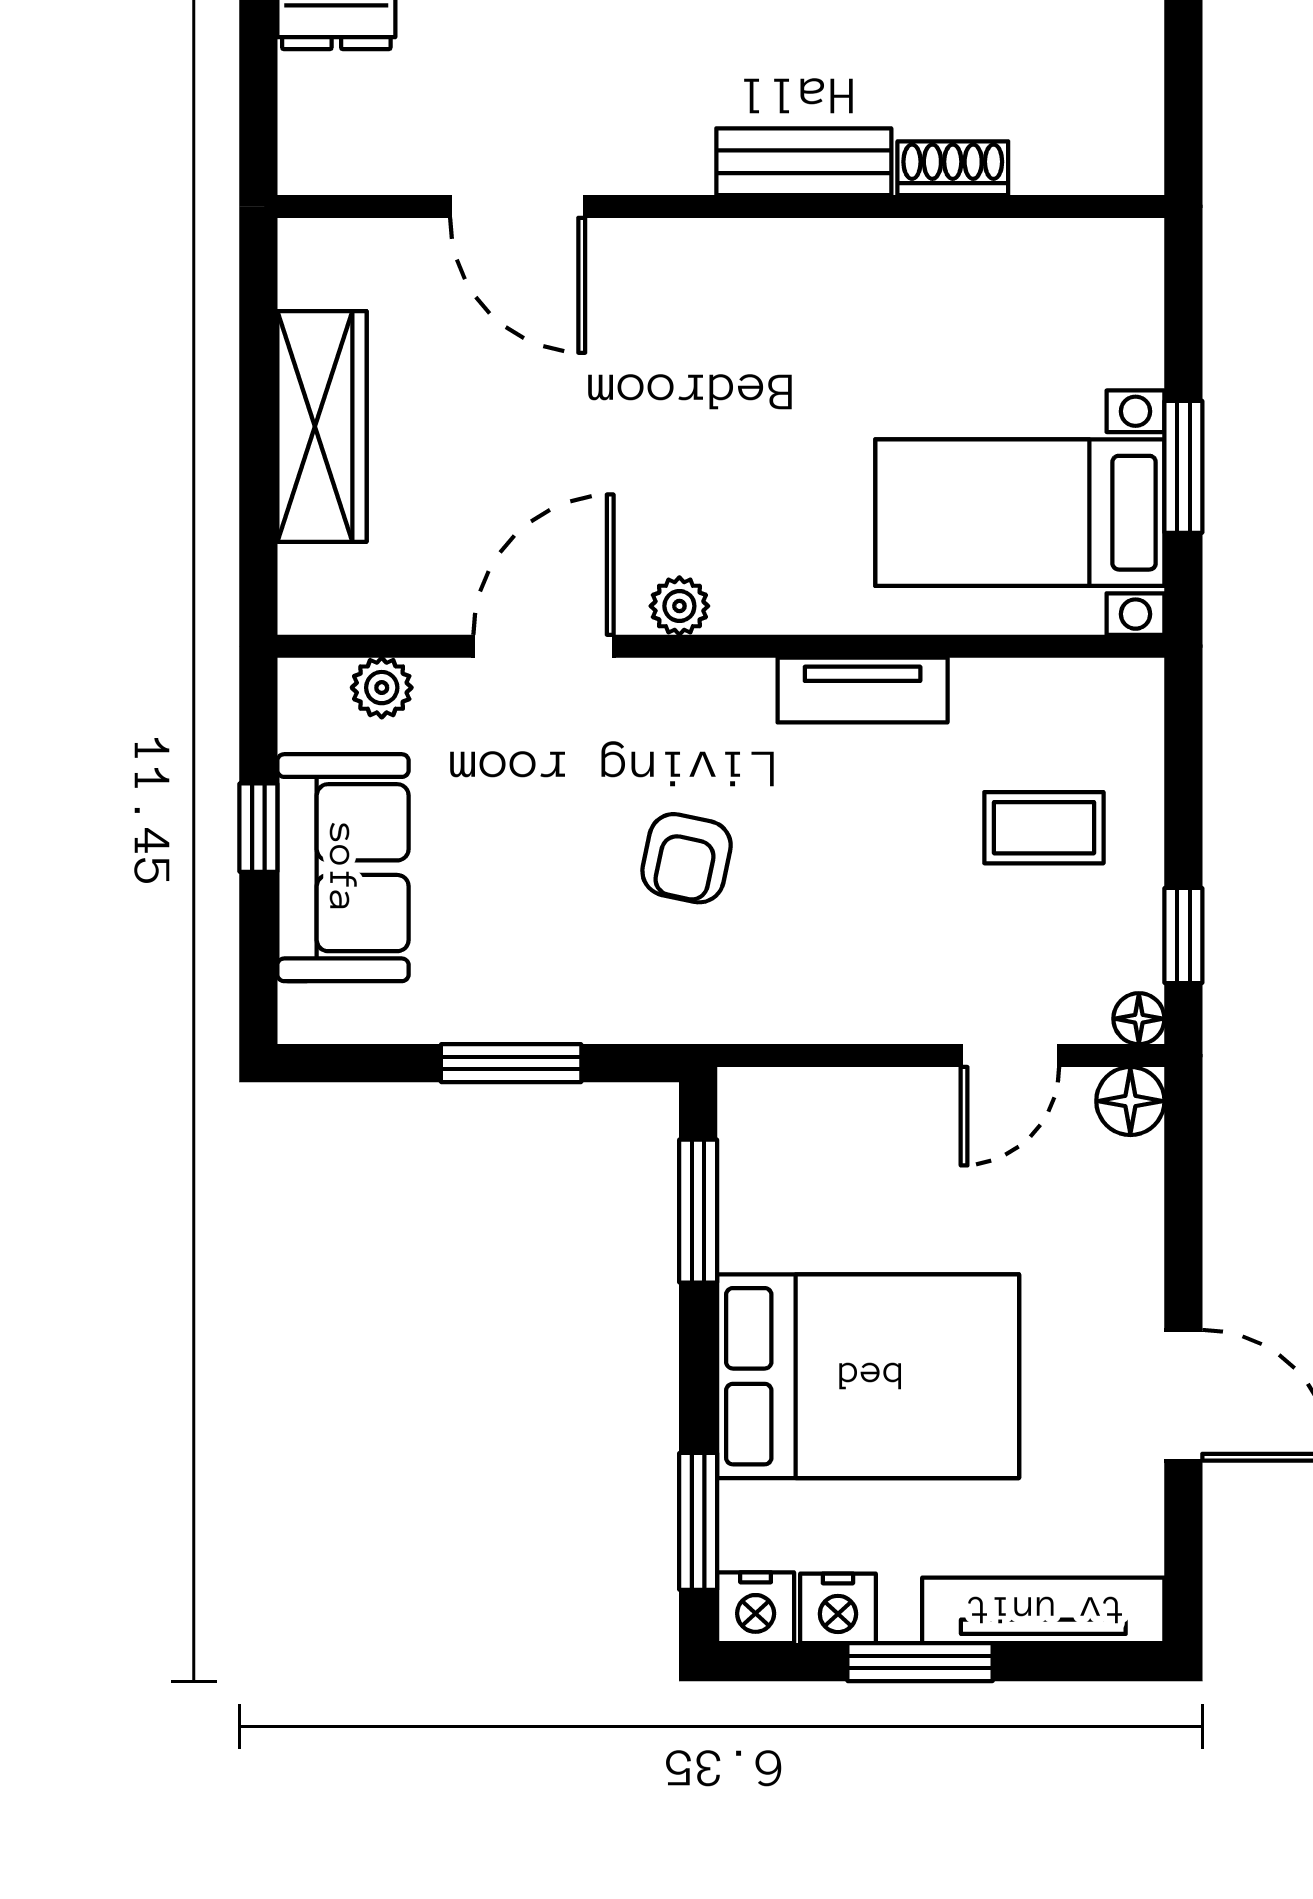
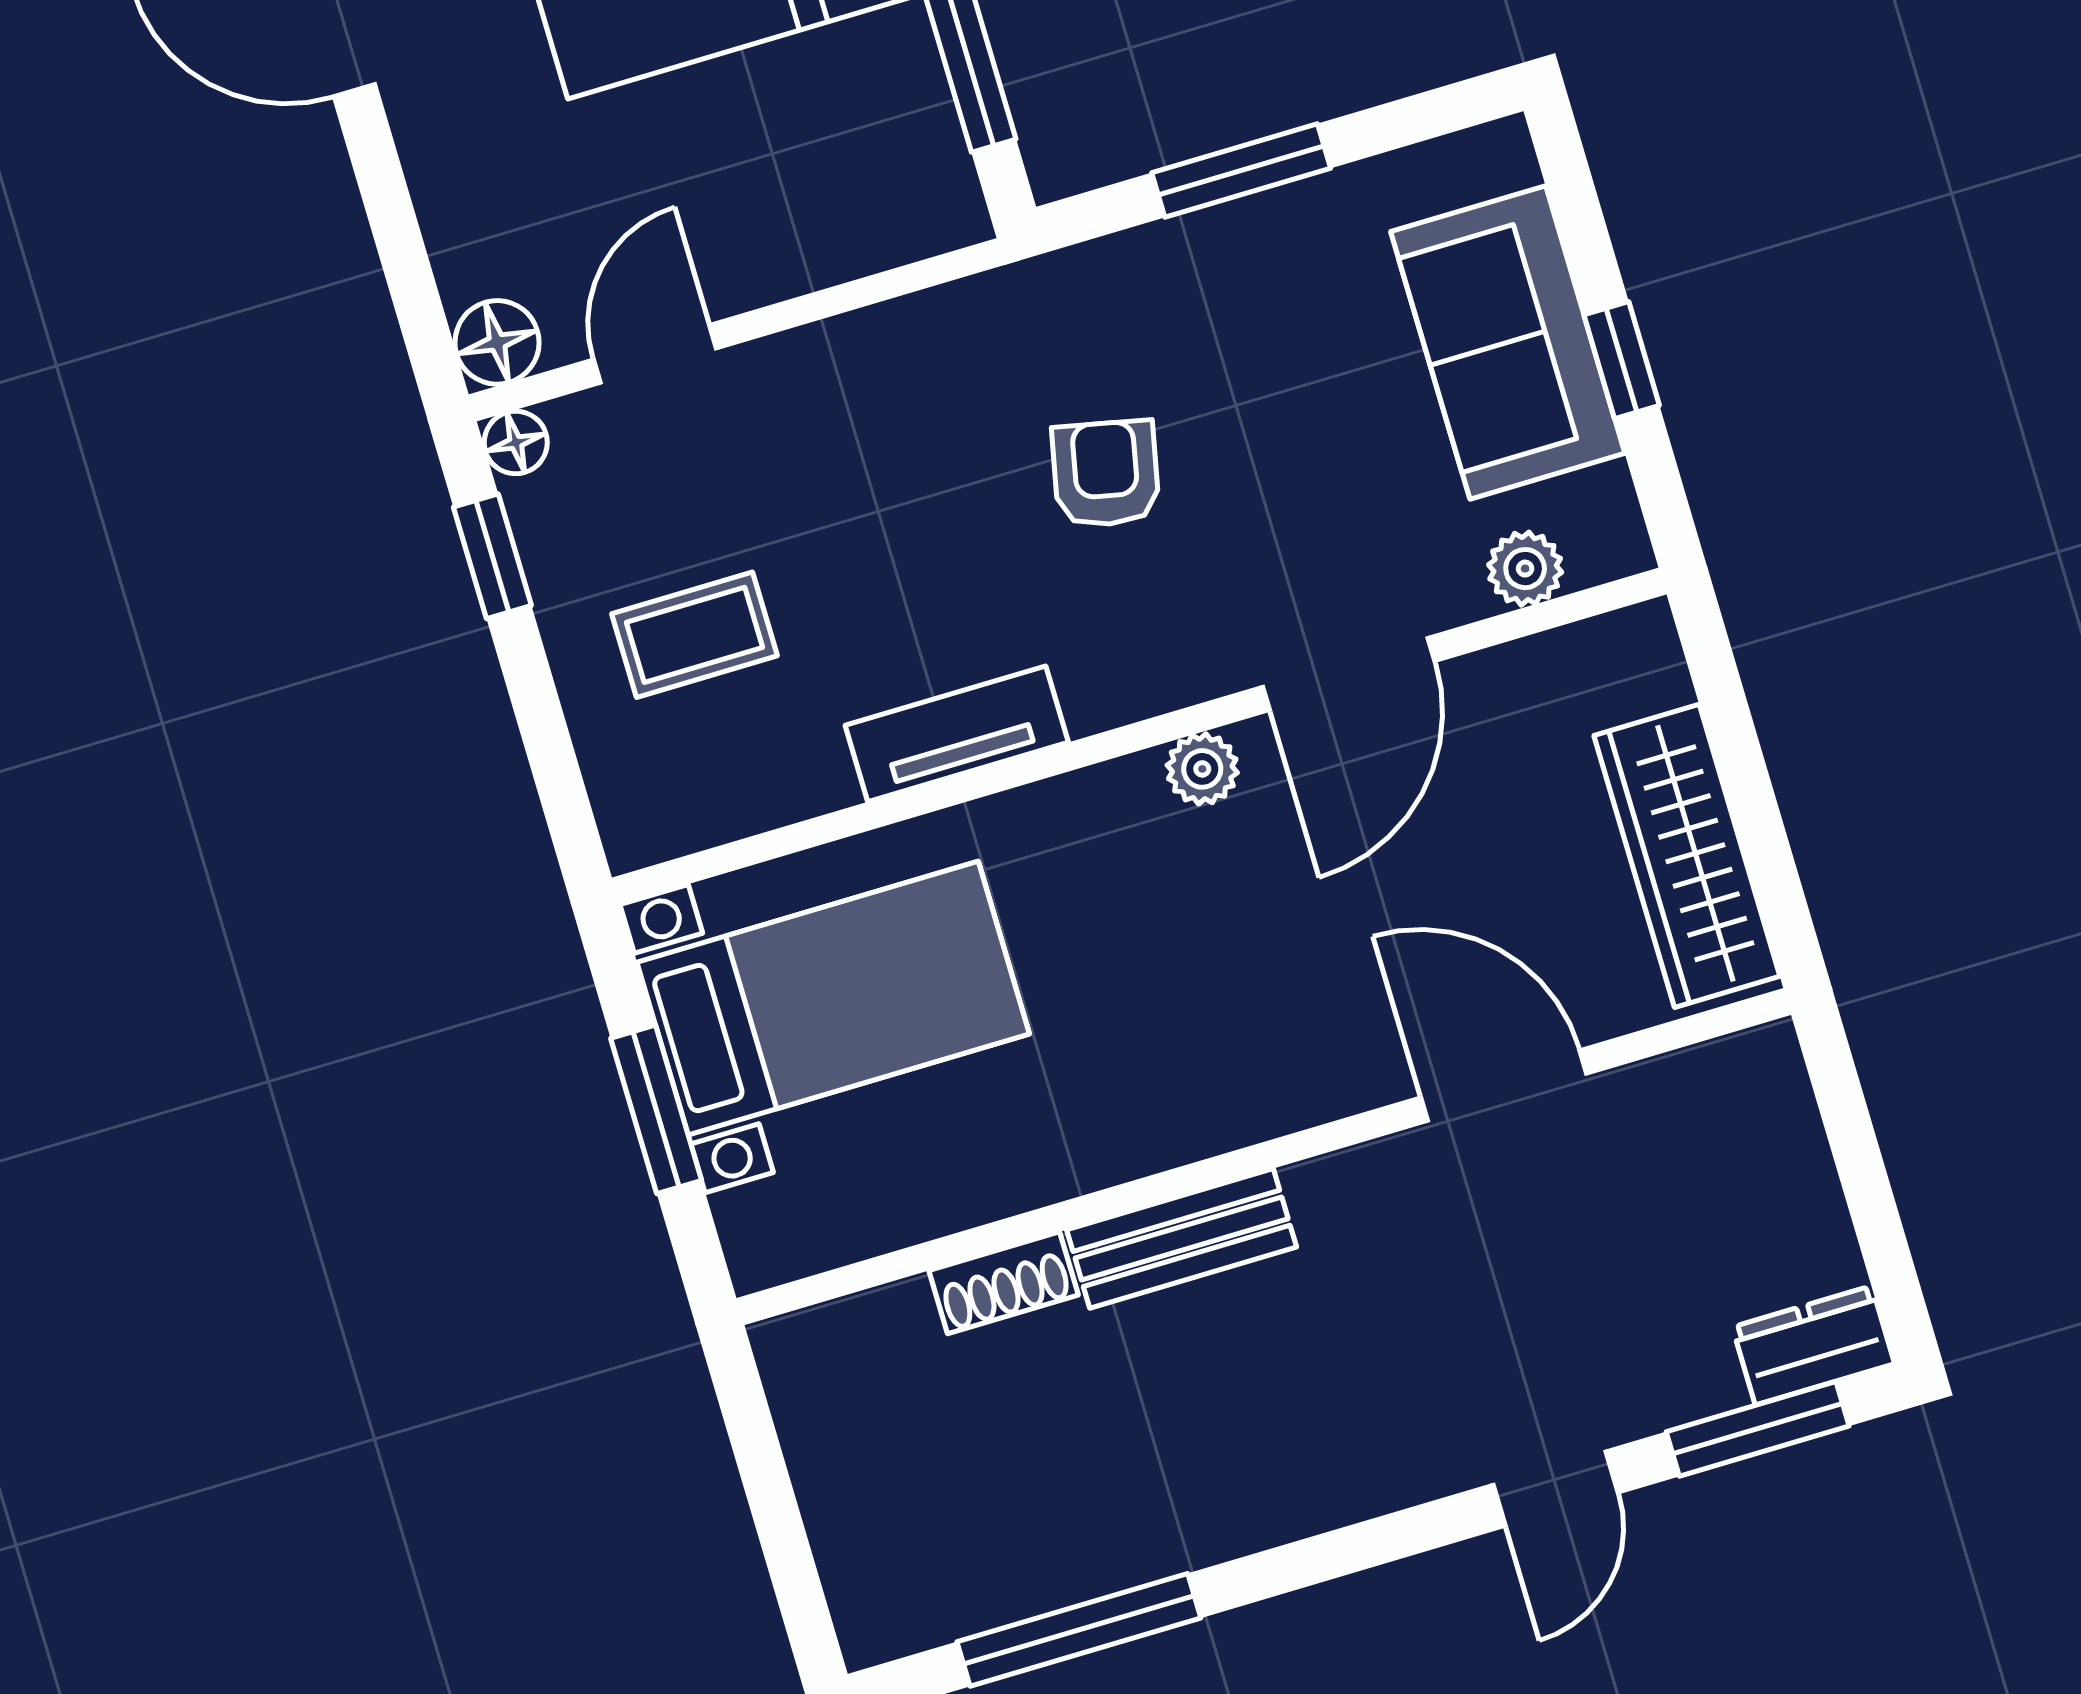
bench: (804, 162) -> (1182, 1238), moved
shoe rack: (953, 168) -> (1004, 1283), moved
door: (518, 206) -> (1504, 1085), moved
wall: (721, 206) -> (1264, 1157), moved

